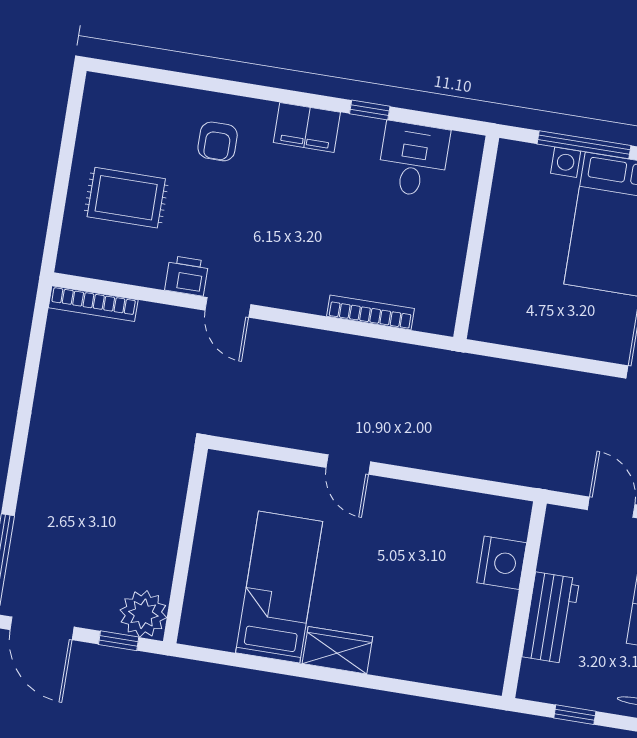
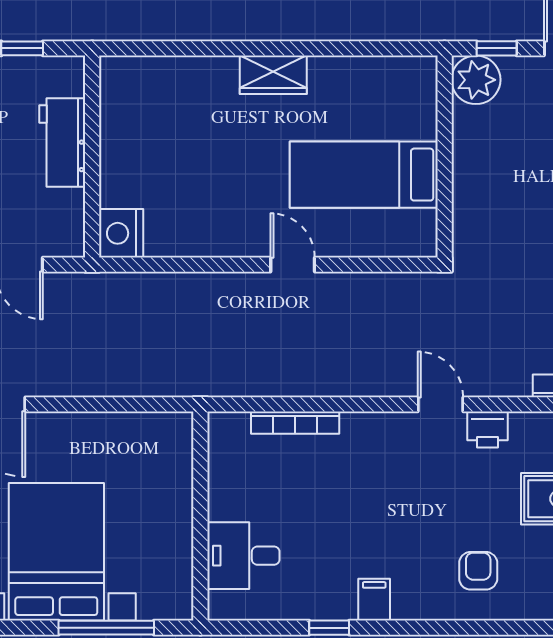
filing cabinet: (307, 127) -> (374, 600), width x0.50
desk: (413, 159) -> (243, 556), moved, turned 90
nightstand: (502, 563) -> (121, 233), moved
bed: (279, 587) -> (364, 175), moved, turned 90

